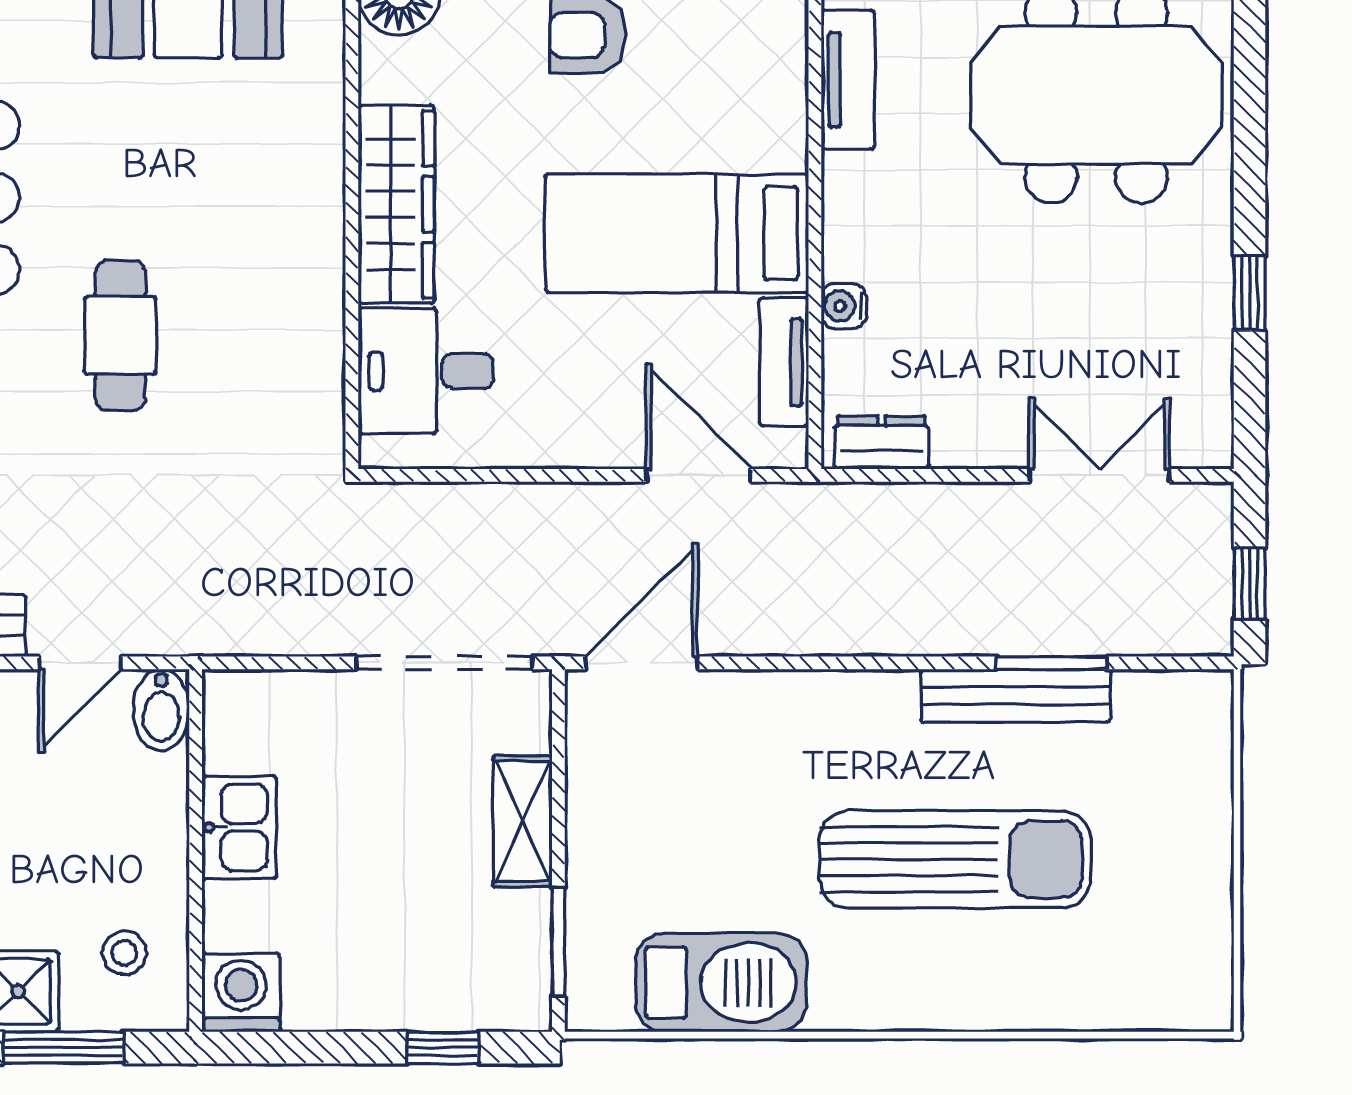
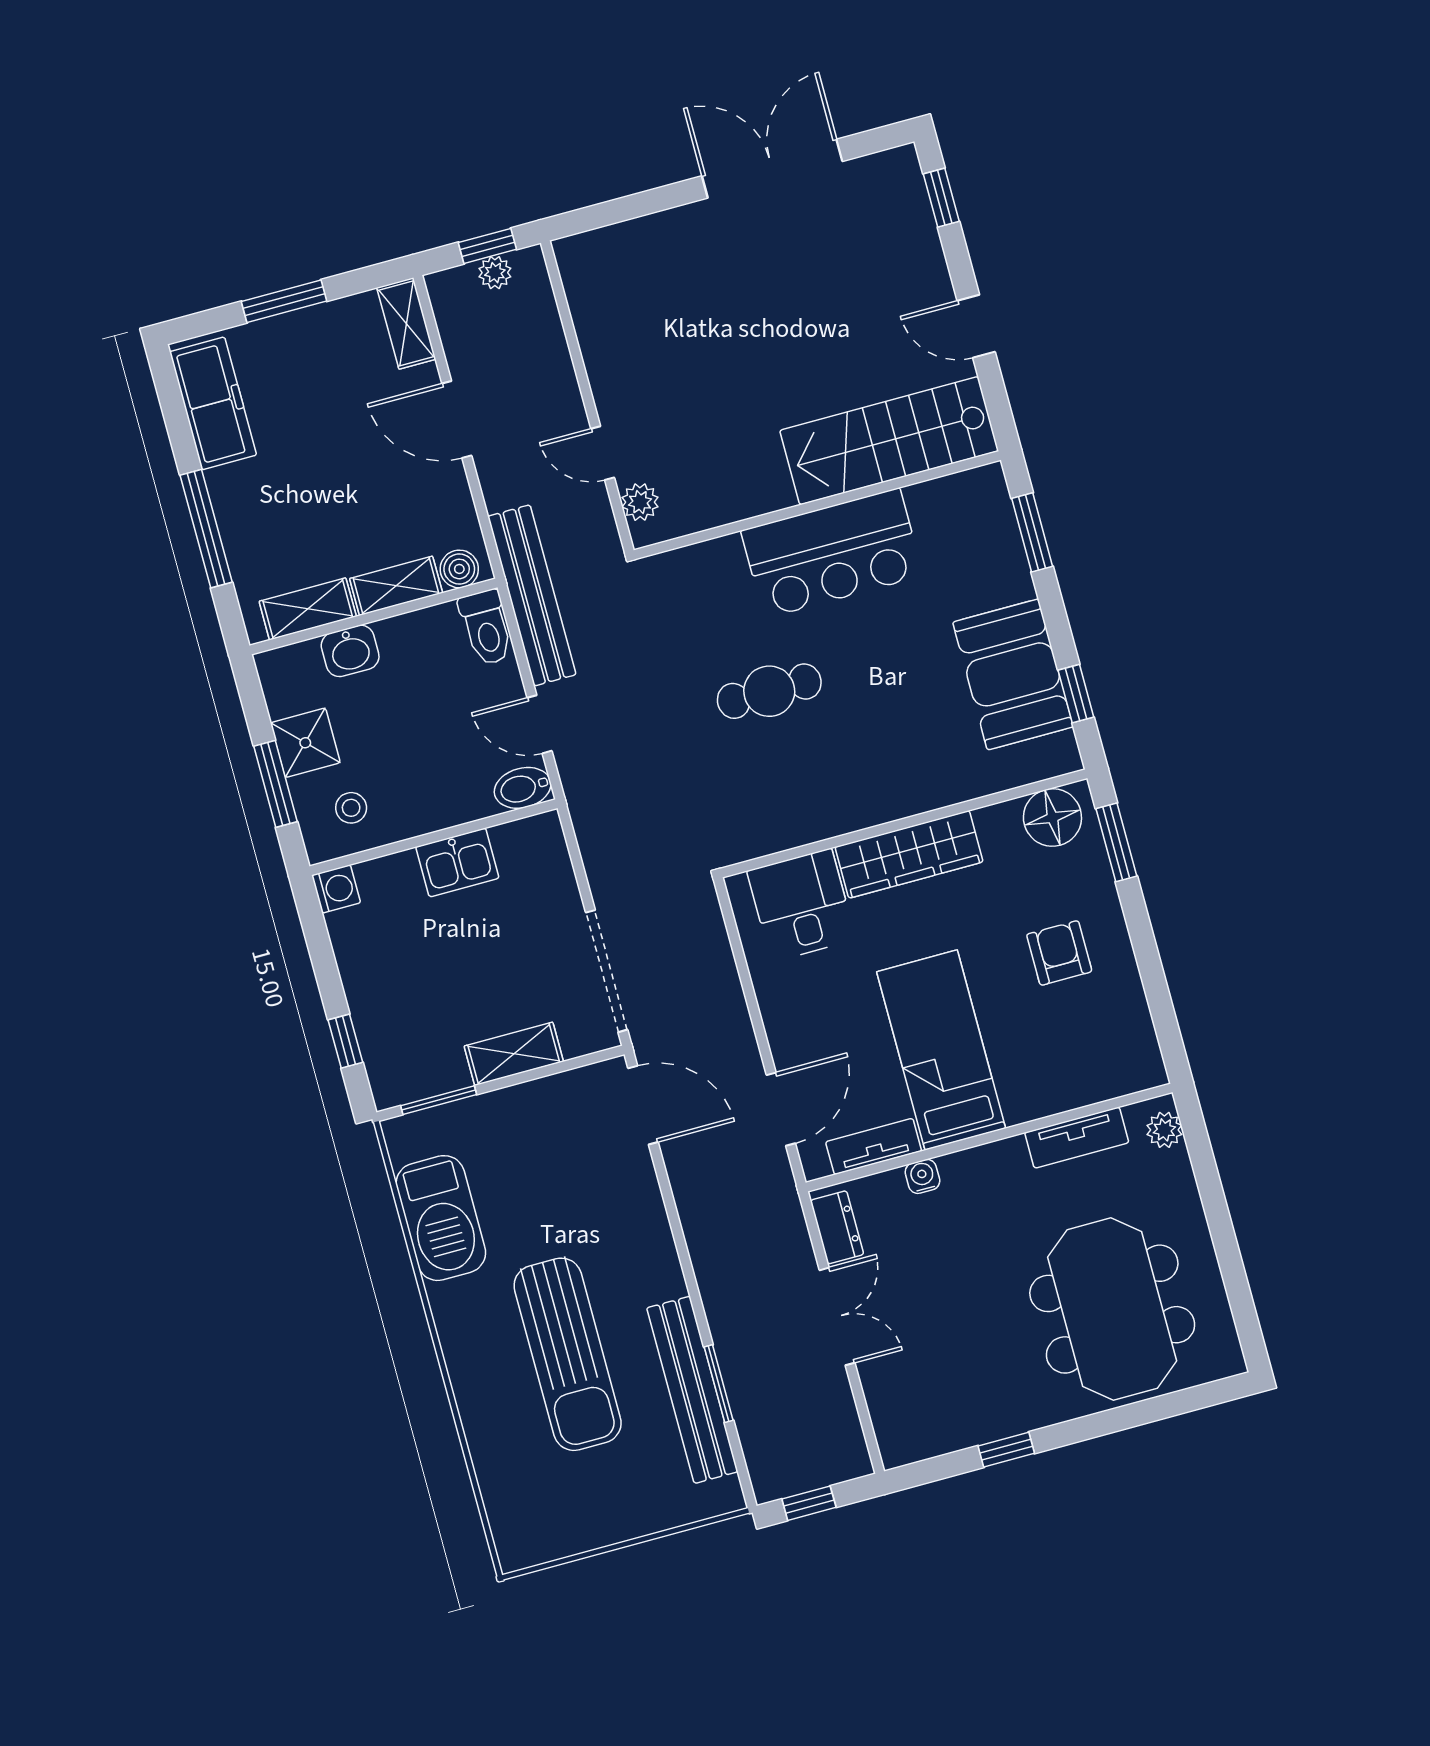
double door: (1099, 475) -> (837, 1316), moved
bench: (1016, 696) -> (692, 1390), width x1.37, depth x1.21
washing machine: (241, 993) -> (336, 889), width x0.73, depth x0.73

